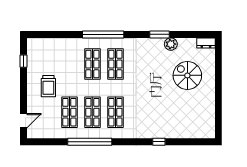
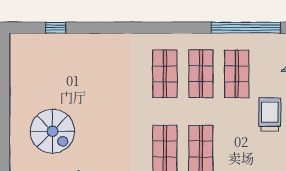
window: (90, 142) -> (246, 28), moved
window: (159, 142) -> (56, 28), moved

